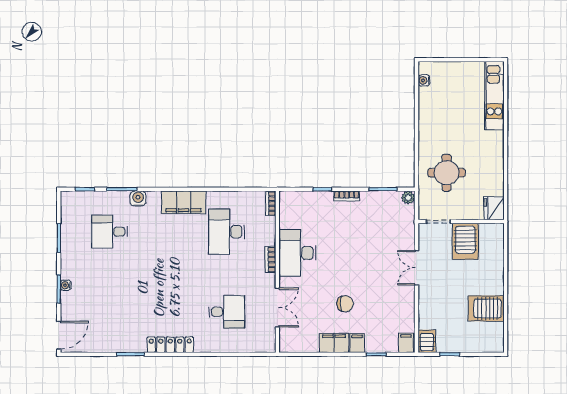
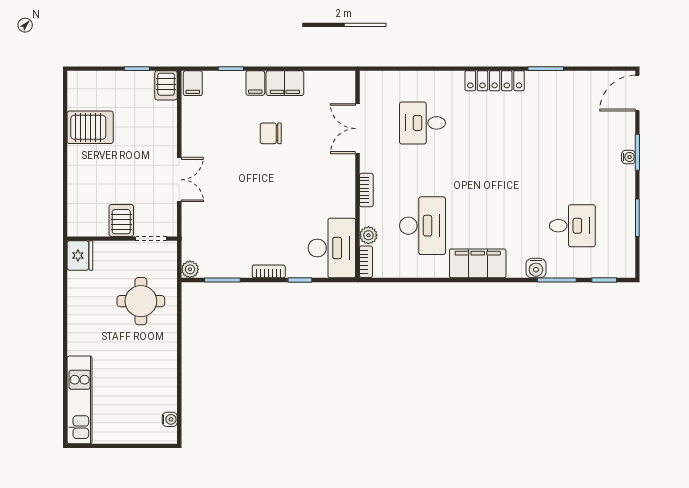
plant: (269, 224) -> (368, 235), added
server rack: (465, 241) -> (121, 220), width x0.73, depth x0.70
desk: (297, 253) -> (332, 248), moved

